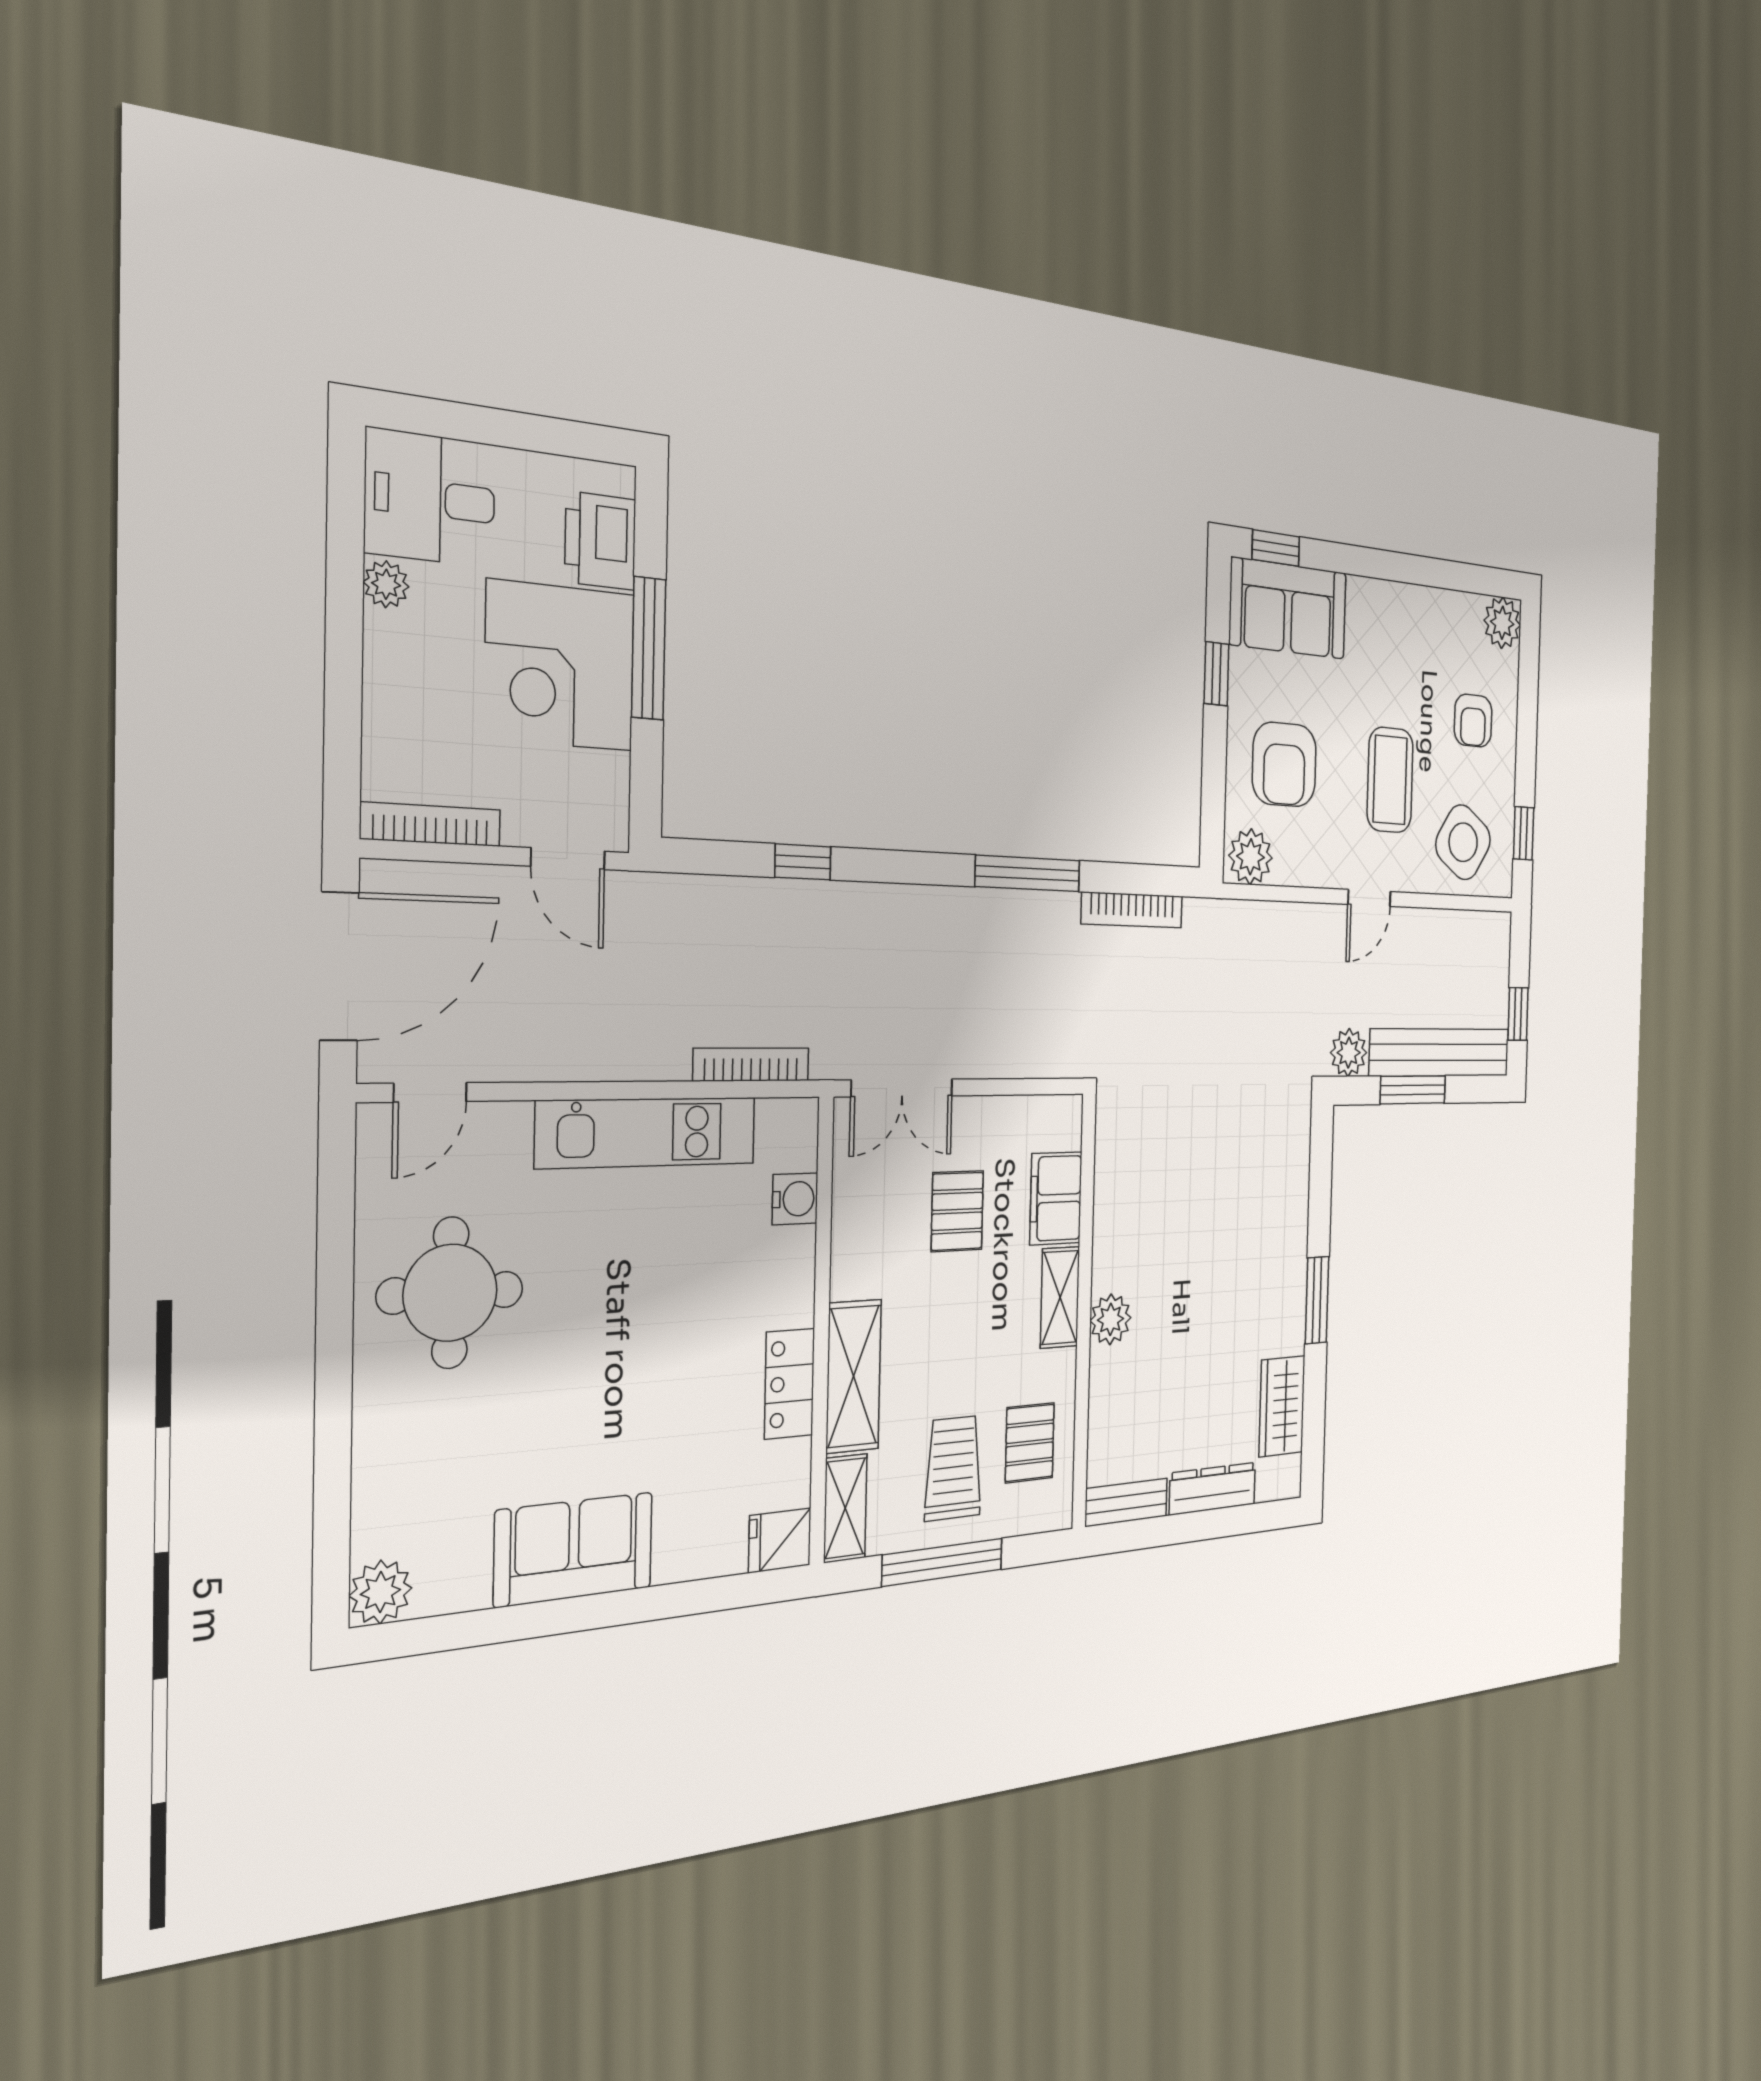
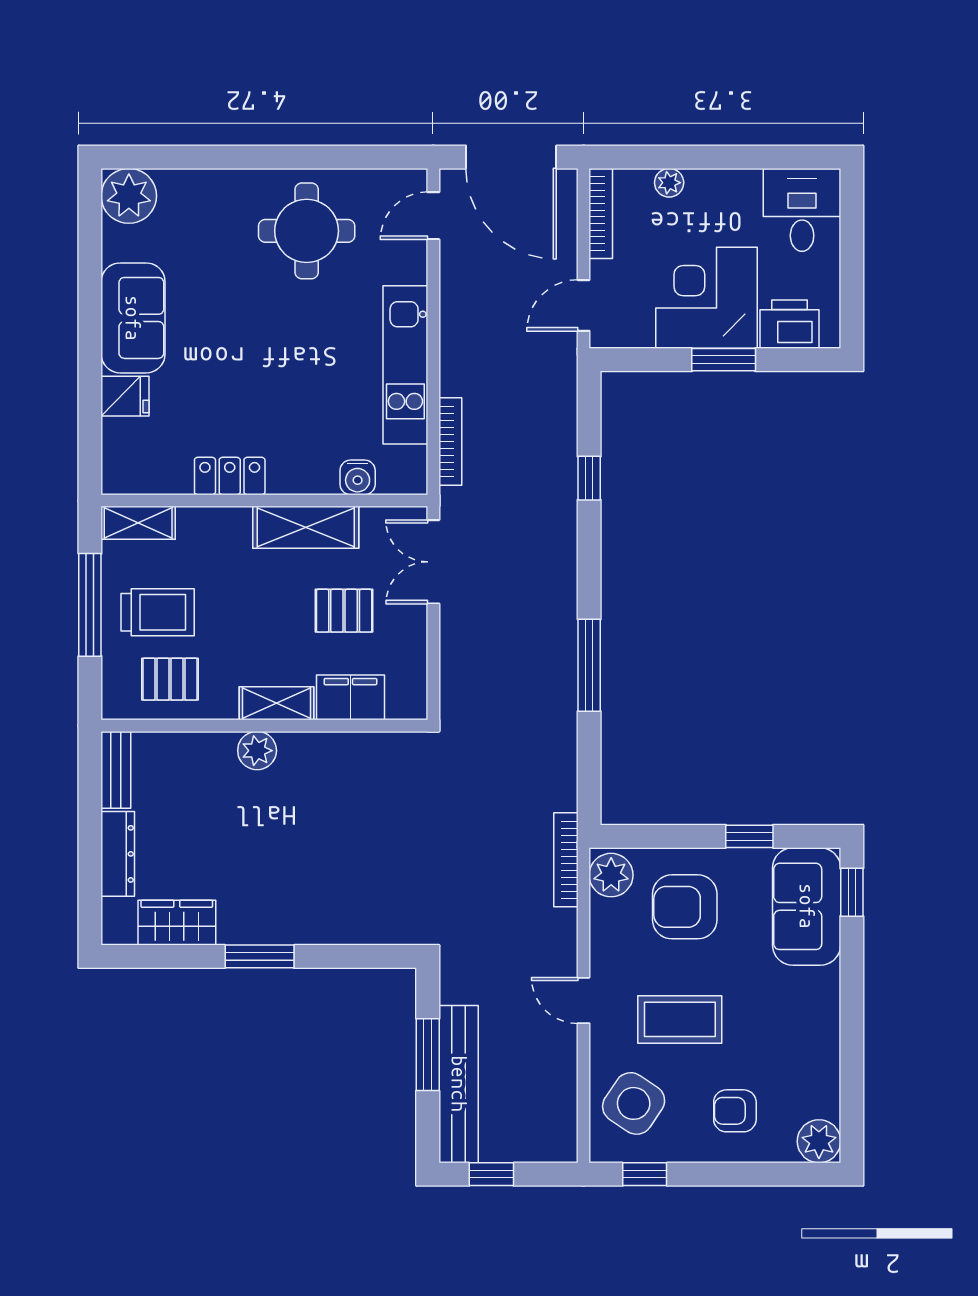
plant: (386, 584) -> (669, 183), moved
window: (649, 648) -> (724, 360), width x0.69
bookcase: (1132, 910) -> (566, 860), moved
plant: (1349, 1053) -> (458, 983), removed
door: (430, 1092) -> (433, 216), hinge flipped
shelving: (854, 1376) -> (306, 527), moved
fridge: (780, 1540) -> (125, 396), moved, turned 90
plant: (380, 1592) -> (129, 196), width x1.36, depth x1.36

